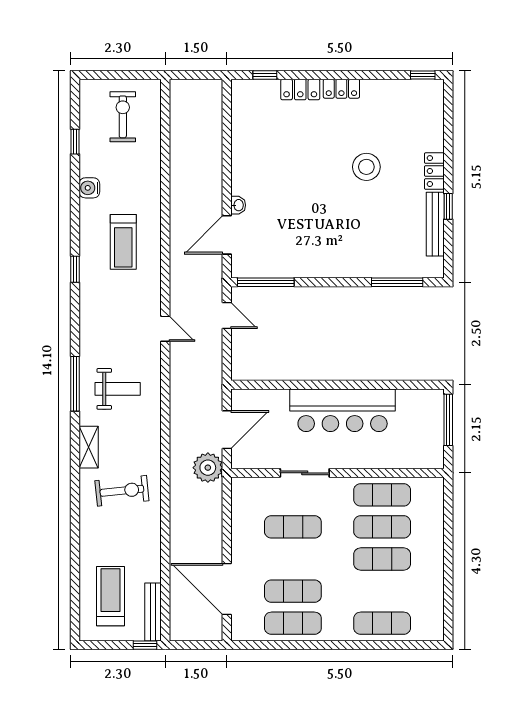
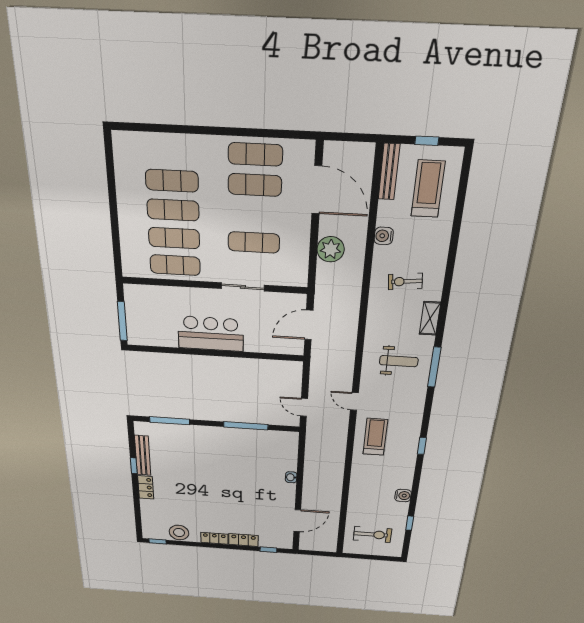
exercise bike: (123, 117) -> (372, 534), turned -90
stool: (366, 167) -> (179, 533), moved
door: (227, 235) -> (297, 521), moved
treadmill: (123, 242) -> (375, 437), moved
window: (266, 282) -> (246, 426), moved
weight bench: (118, 389) -> (399, 361), turned 180
bar counter: (343, 410) -> (211, 334), width x0.73
plant: (208, 468) -> (331, 249), moved
exercise bike: (122, 491) -> (405, 281), width x0.73, depth x0.72
water cooler: (151, 542) -> (384, 236), added
treadmill: (111, 596) -> (428, 189), turned 180
exercise mat: (382, 623) -> (172, 181), moved
window: (145, 645) -> (427, 141), moved

